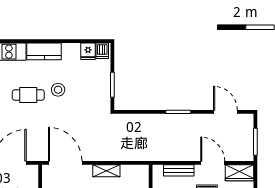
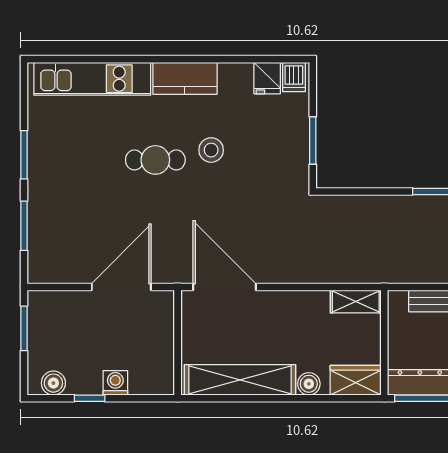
shelving: (106, 171) -> (356, 302), moved

